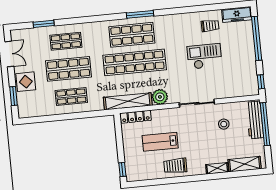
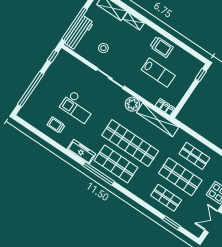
window: (140, 14) -> (98, 174), width x1.46
freezer: (237, 14) -> (81, 152), moved
locker: (136, 117) -> (165, 107), width x0.66

